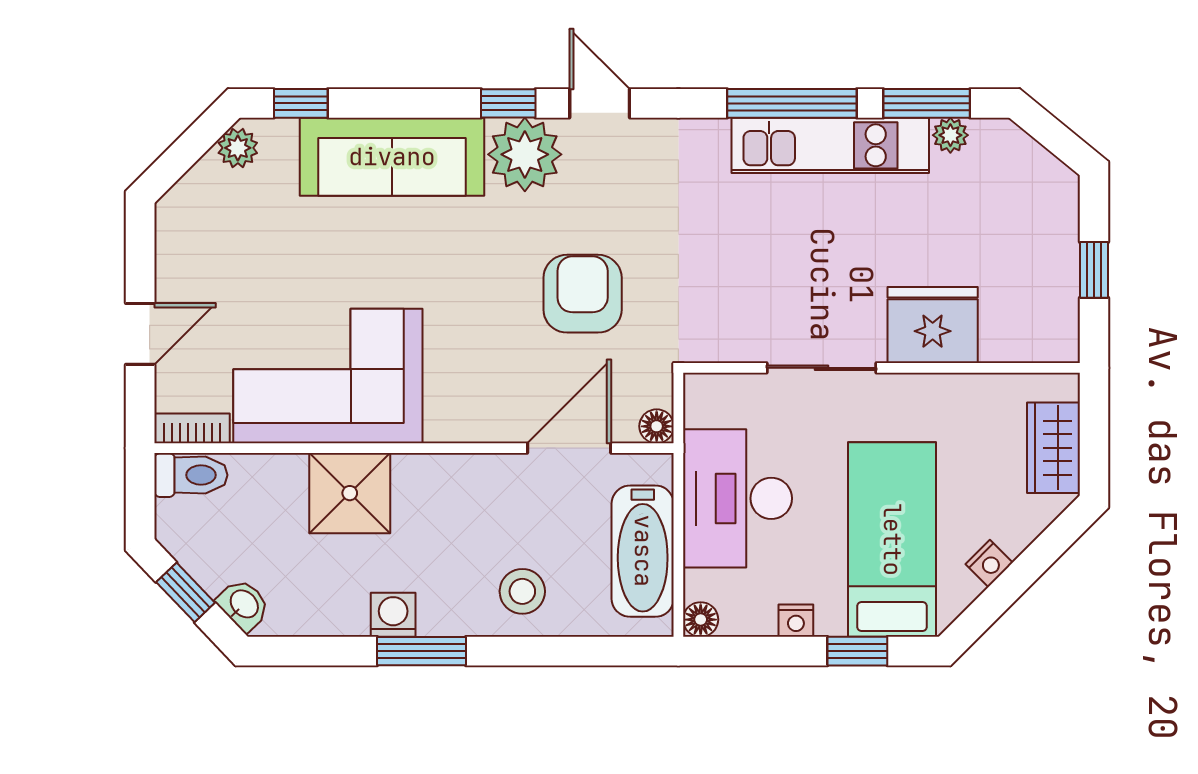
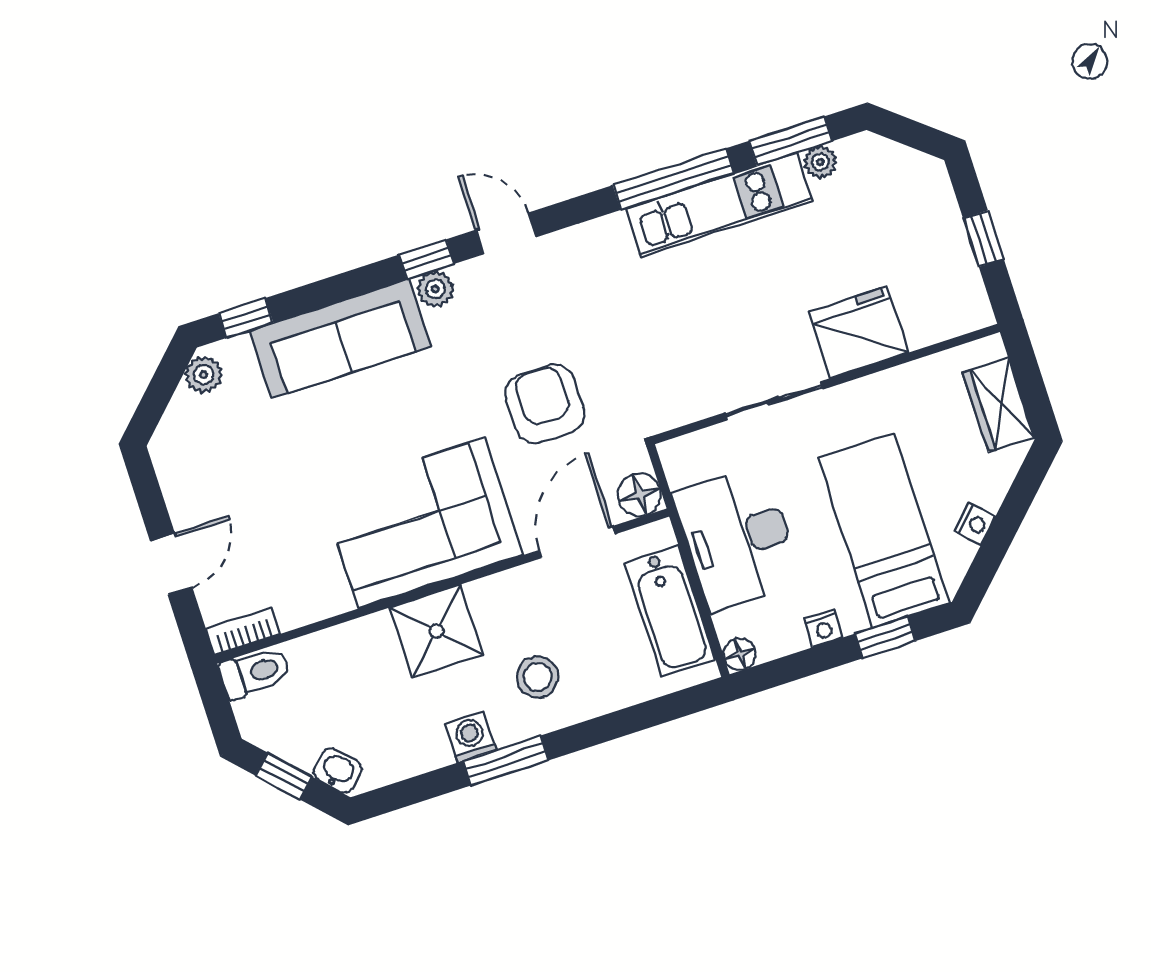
plant: (525, 154) -> (435, 289), width x0.53, depth x0.53
corner sofa: (328, 376) -> (422, 523), moved
floor lamp: (657, 426) -> (640, 495), width x1.37, depth x1.37
shower: (350, 493) -> (436, 631), moved
stool: (522, 591) -> (538, 677), moved

